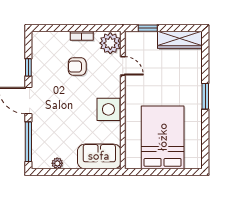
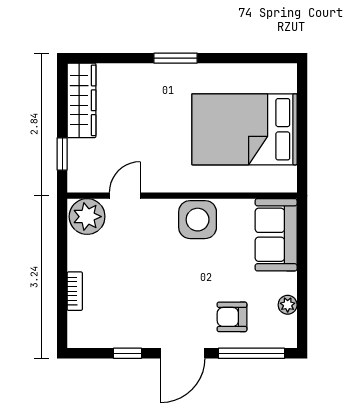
bookcase: (82, 36) -> (75, 291), moved
armchair: (77, 67) -> (232, 317), moved, turned 90

